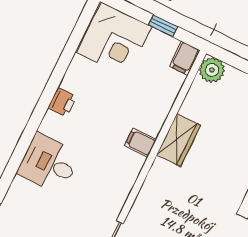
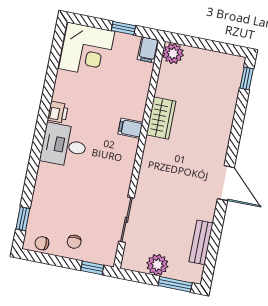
desk: (49, 163) -> (64, 145), moved

